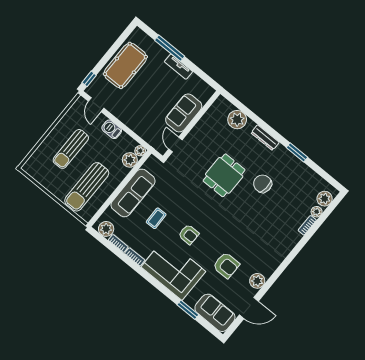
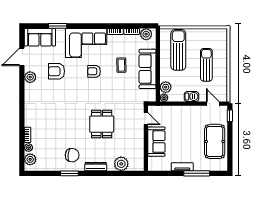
chair: (263, 184) -> (72, 155), moved

